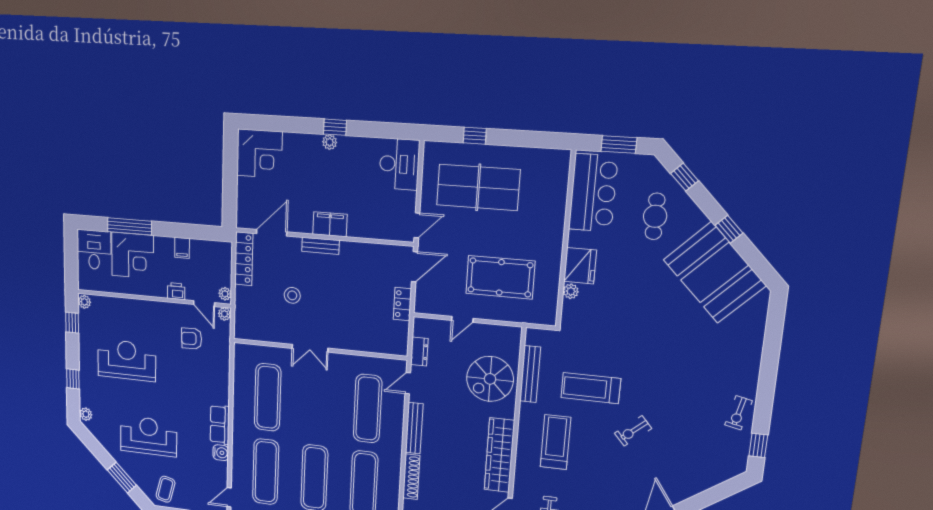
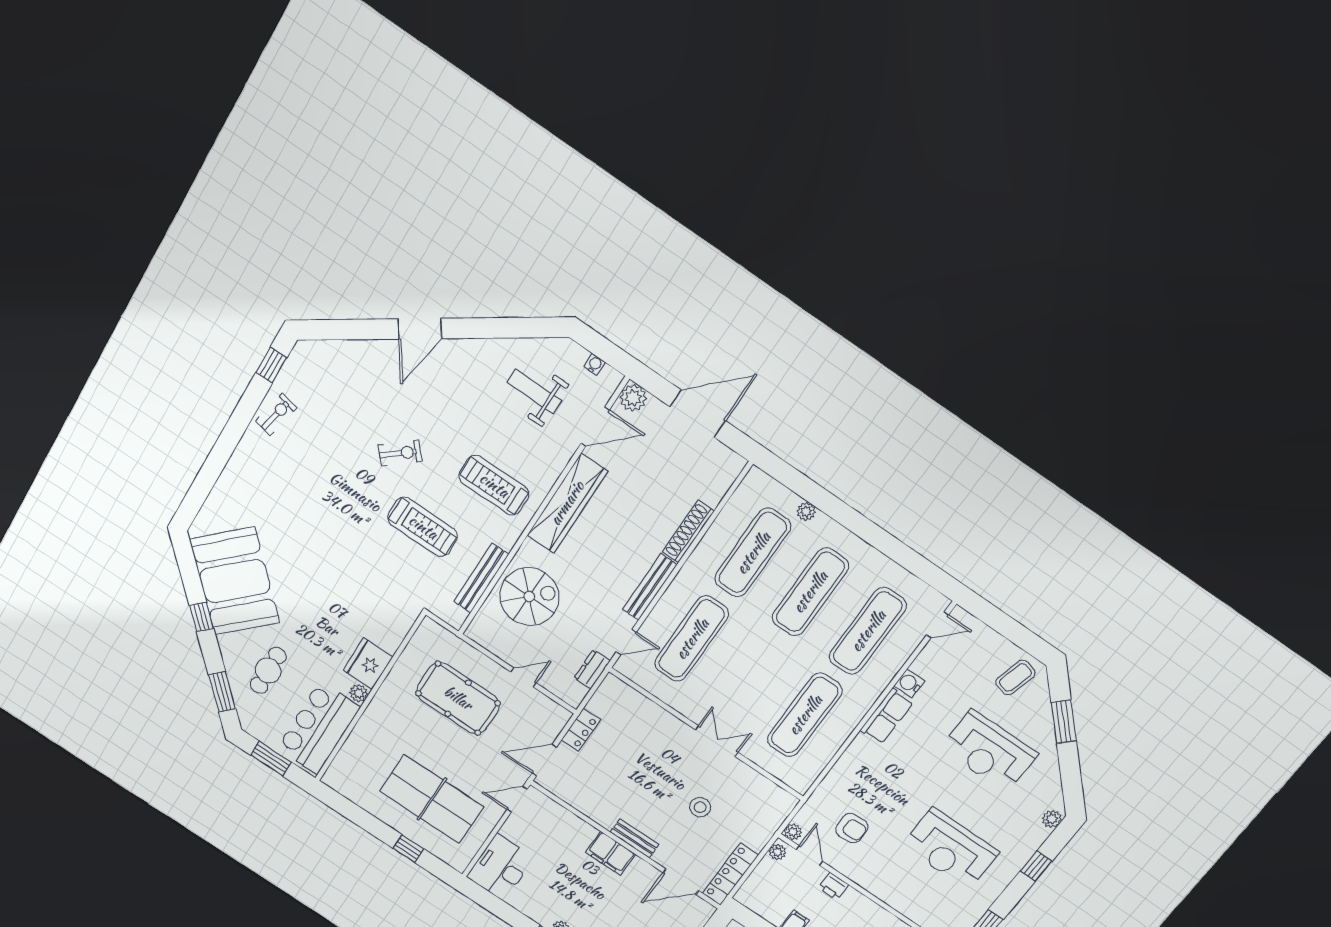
window: (685, 177) -> (222, 692), width x1.50
plant: (571, 291) -> (359, 693), moved
treadmill: (556, 442) -> (494, 485), turned 90

